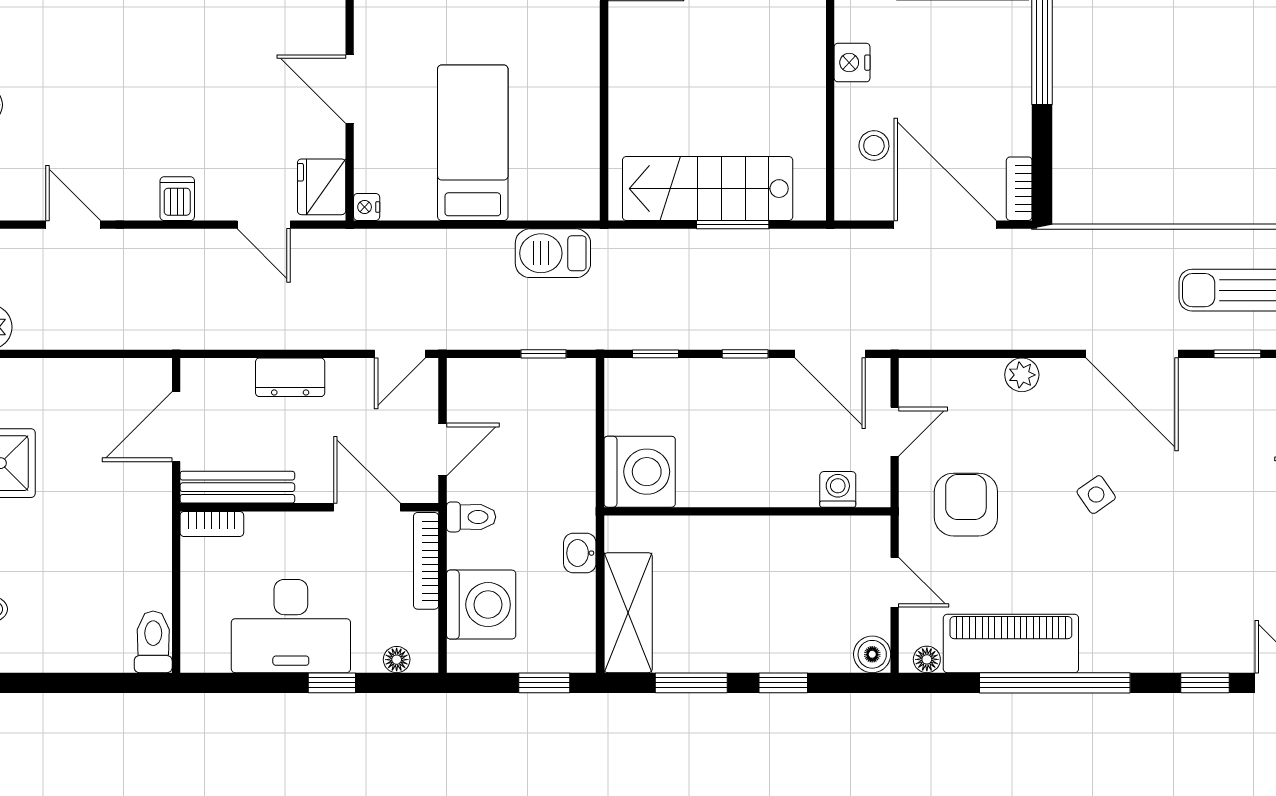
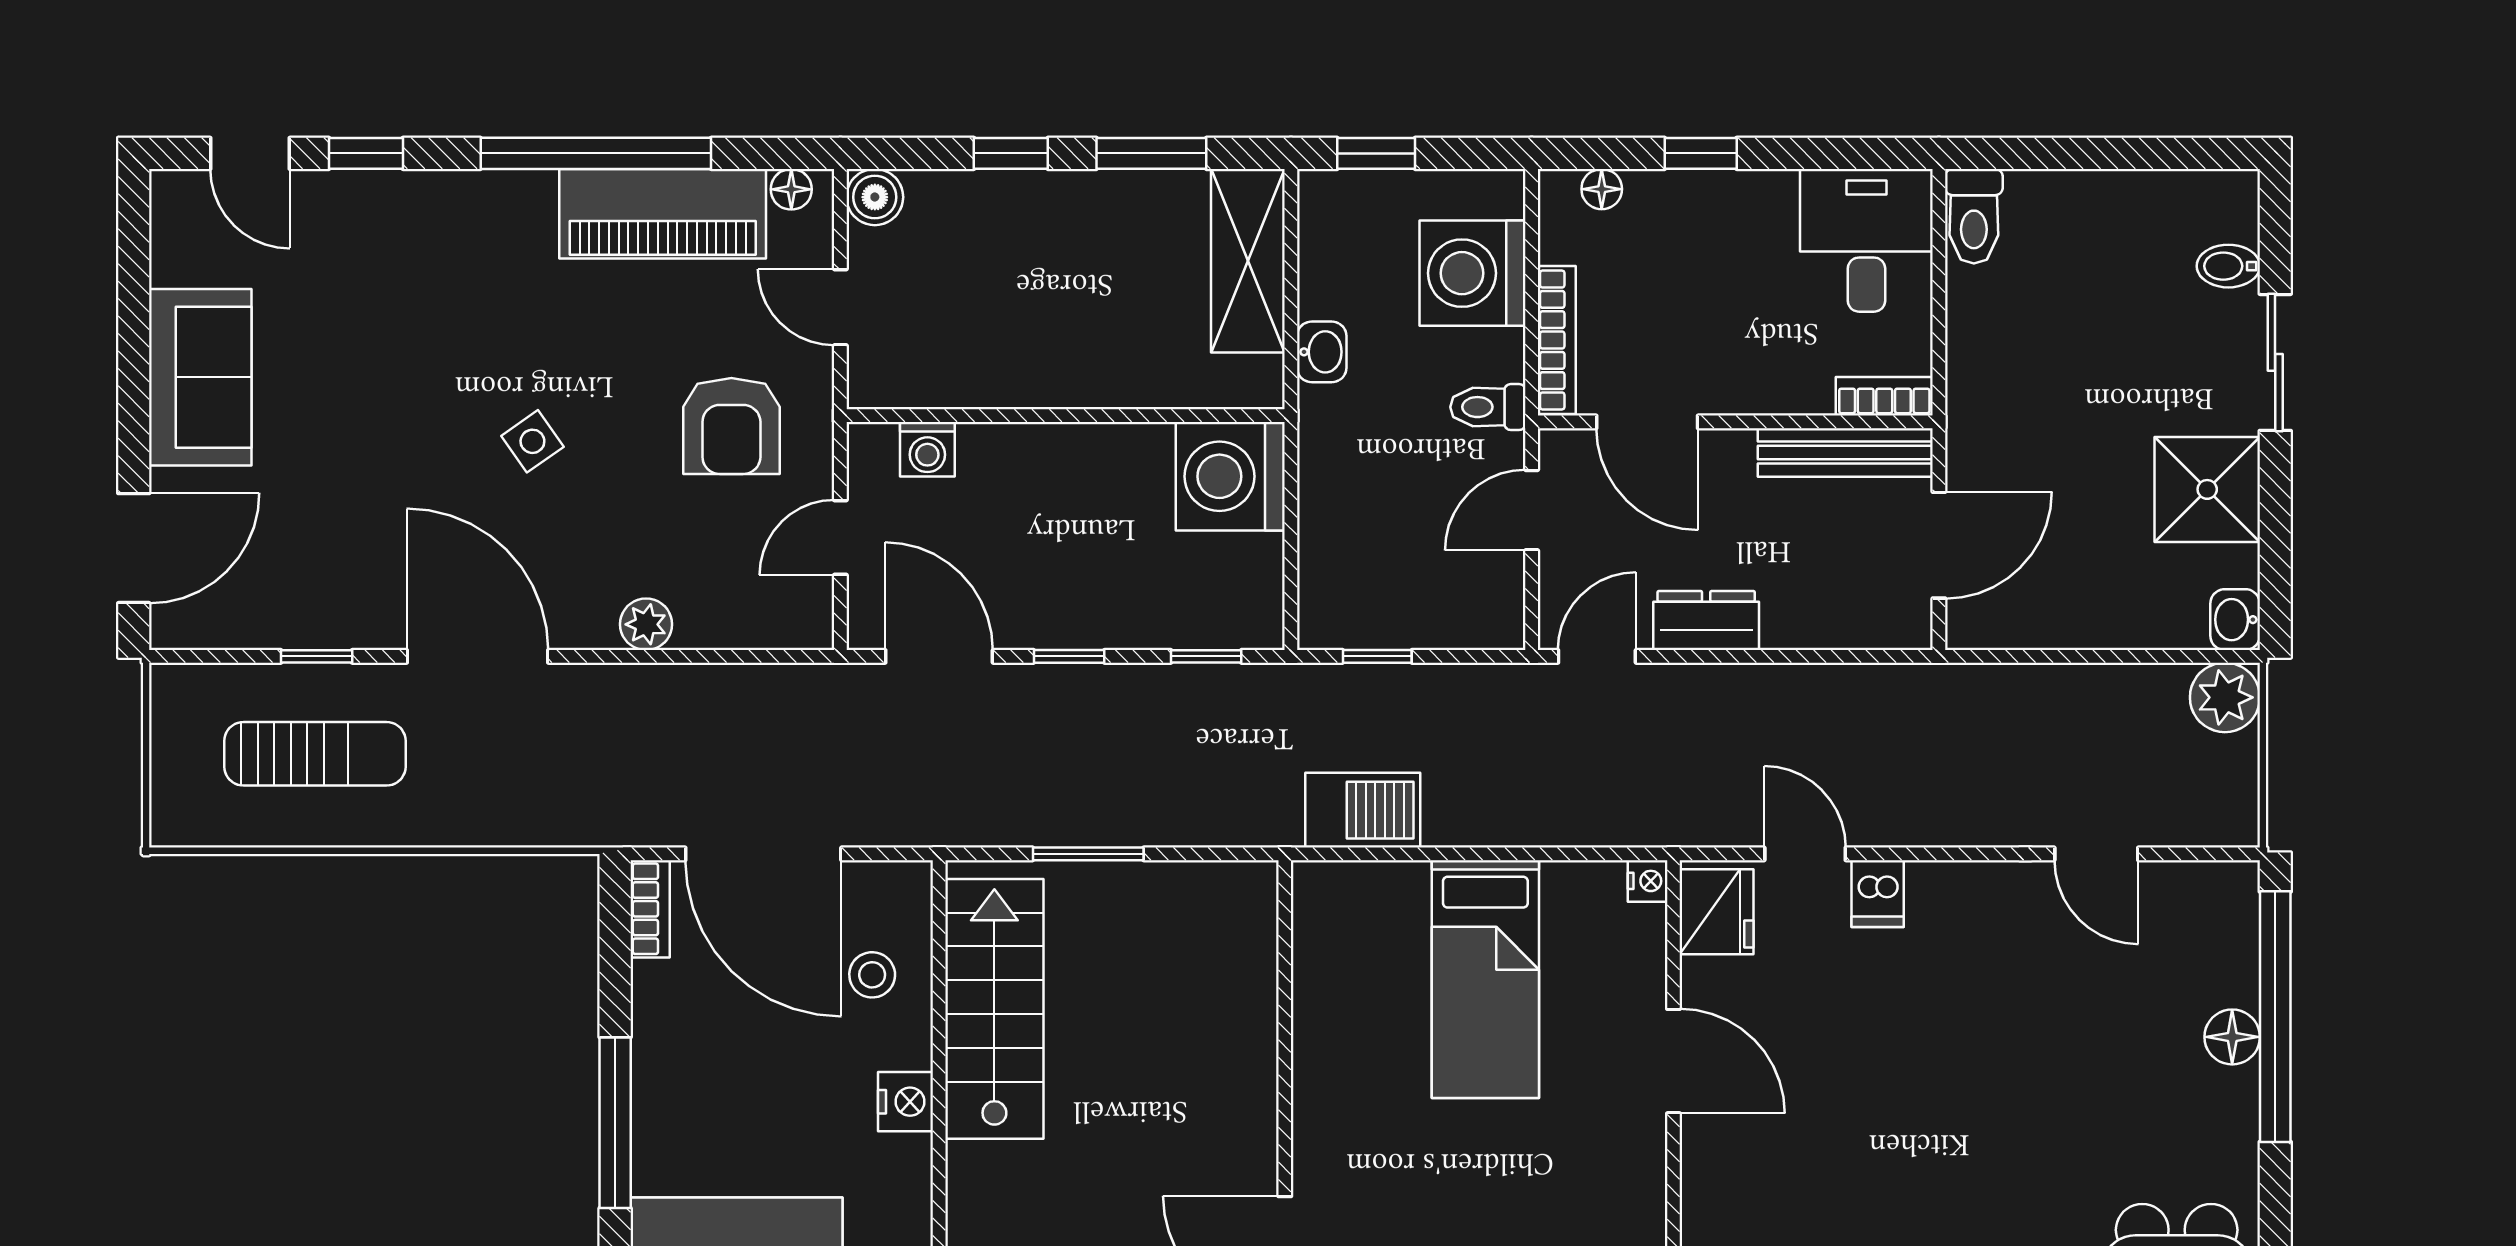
stairs: (708, 189) -> (994, 1009), moved, turned -90
dishwasher: (177, 199) -> (1878, 894), moved
dresser: (290, 377) -> (1706, 621), moved
desk: (291, 626) -> (1866, 240), moved, width x0.73

